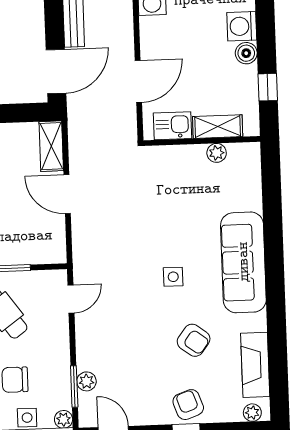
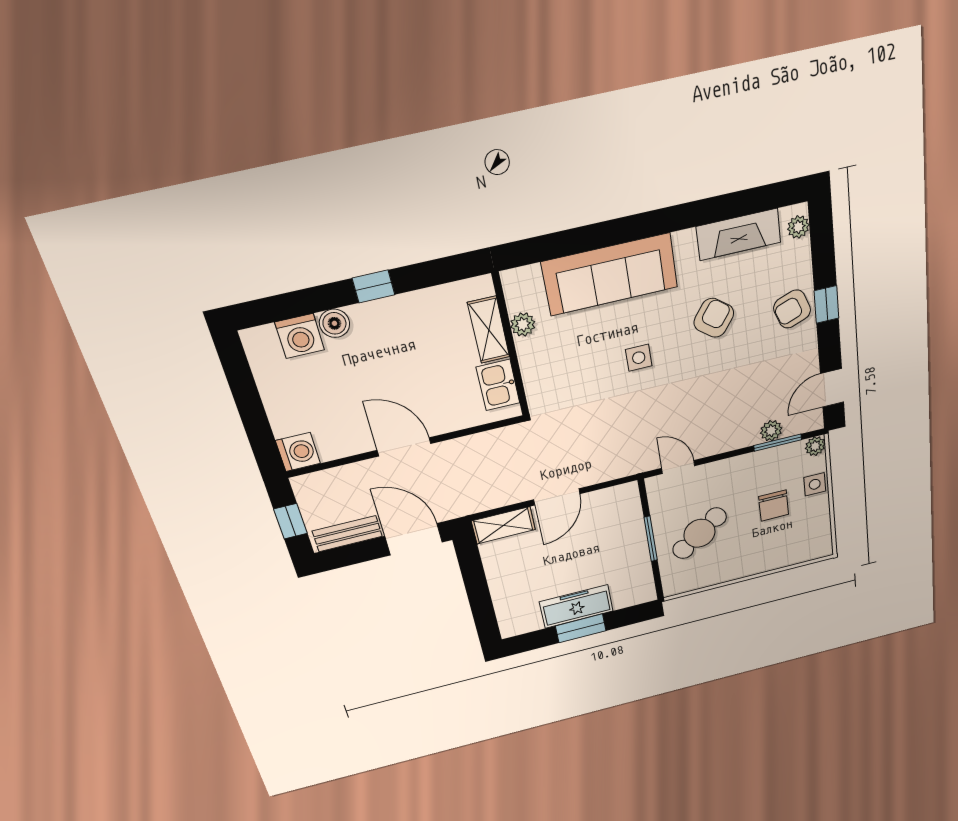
kitchen sink: (172, 126) -> (498, 385), moved
shelving: (218, 127) -> (489, 330), moved
wall: (202, 141) -> (511, 346), moved
plant: (217, 153) -> (523, 324), moved

